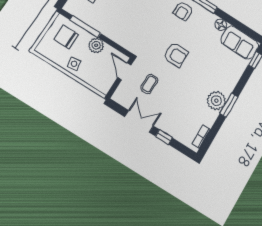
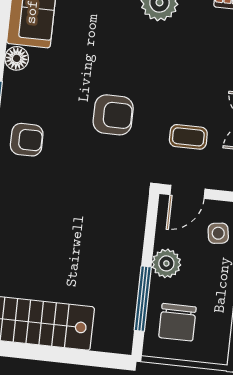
armchair: (176, 55) -> (113, 115), turned 90
side table: (74, 64) -> (218, 233), moved

